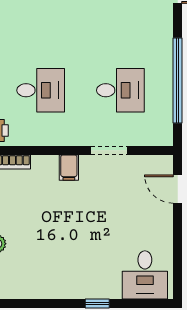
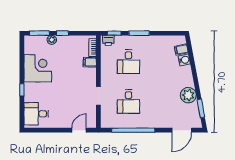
filing cabinet: (69, 168) -> (90, 62), moved
corner desk: (54, 272) -> (38, 68), added

